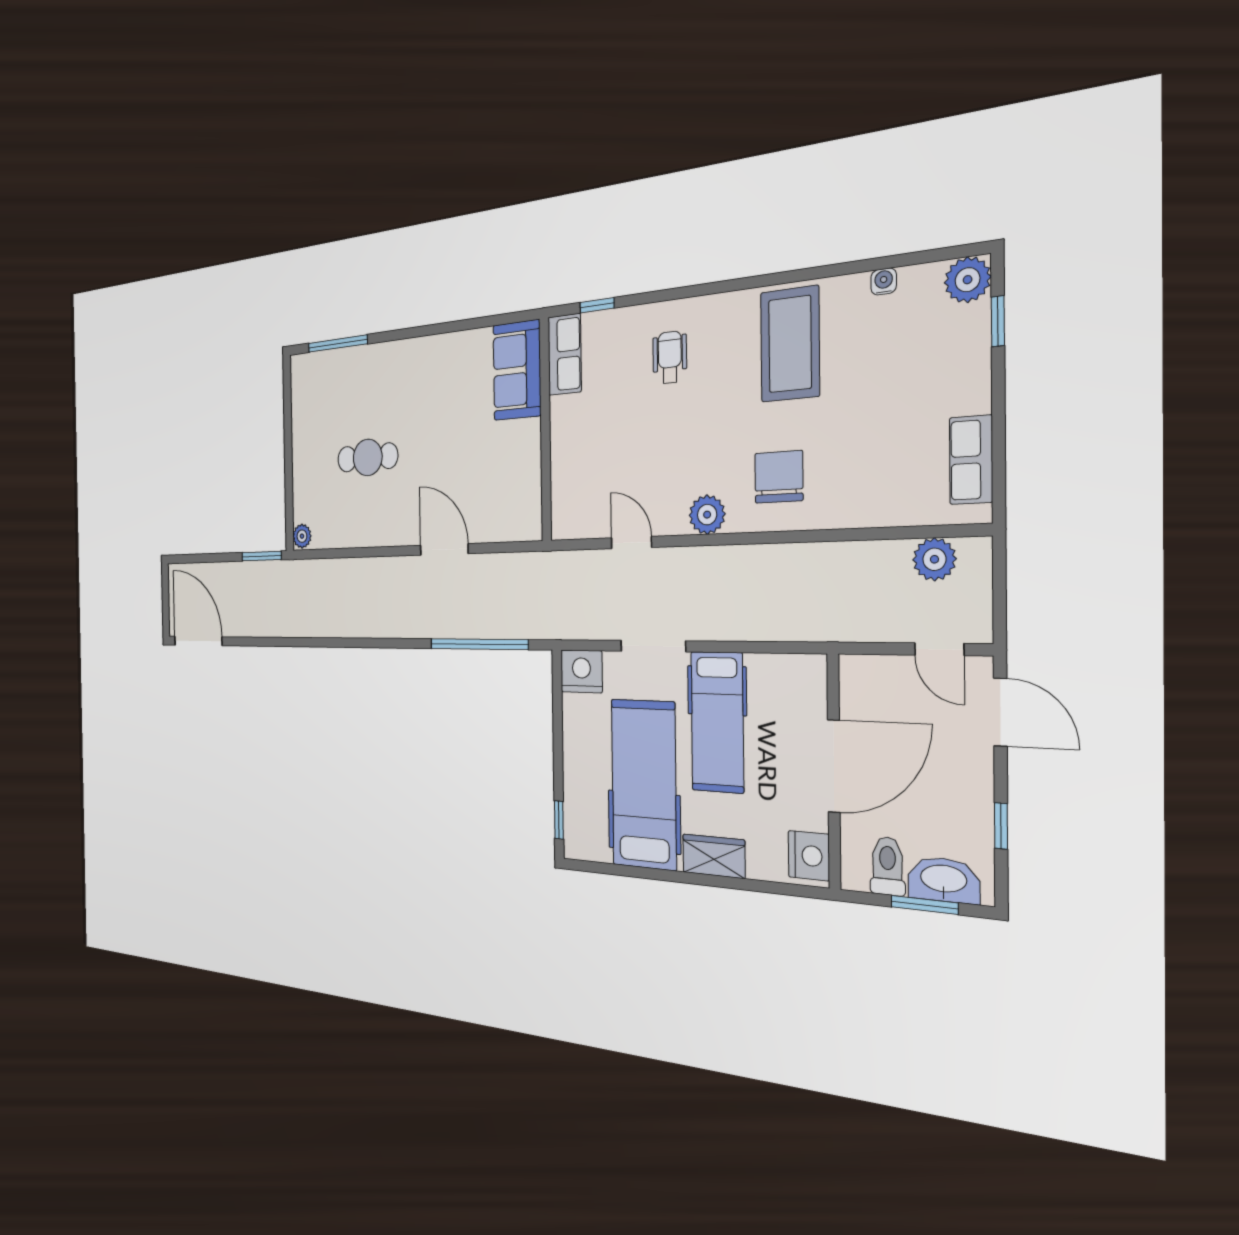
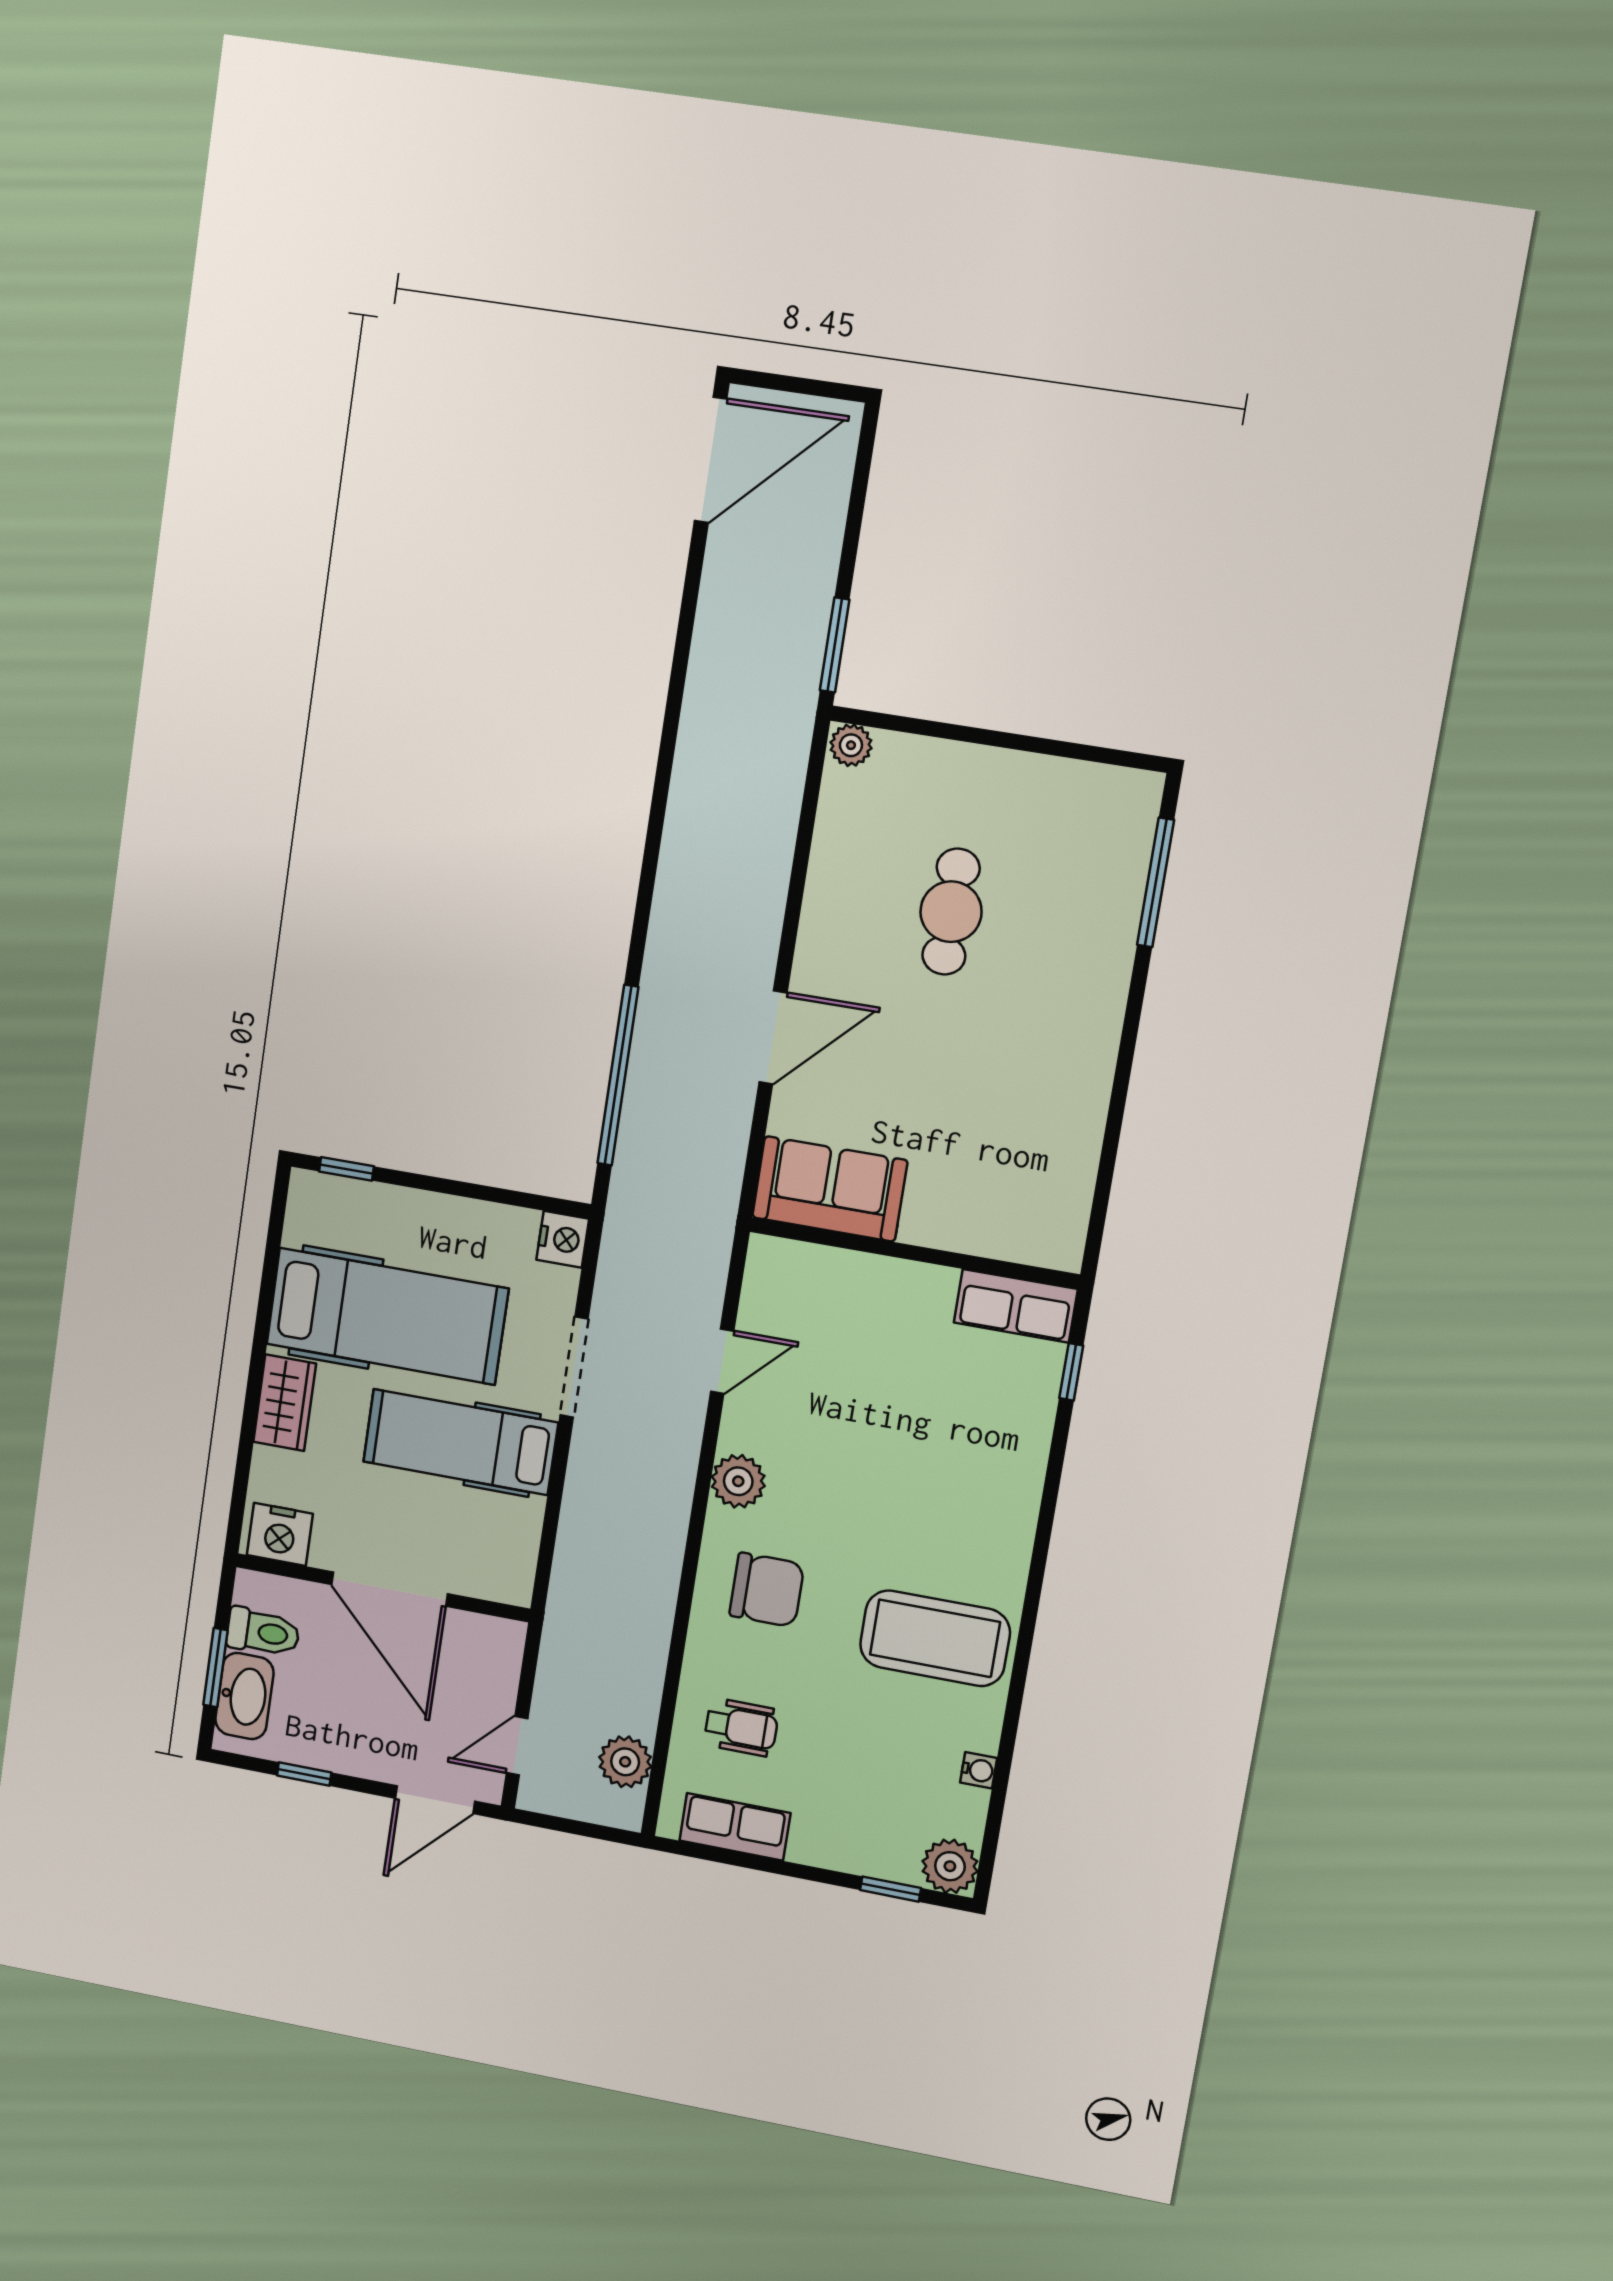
wheelchair: (670, 357) -> (741, 1727), moved
sofa: (517, 370) -> (830, 1189), moved
nightstand: (581, 671) -> (563, 1239), width x0.74, depth x0.75

